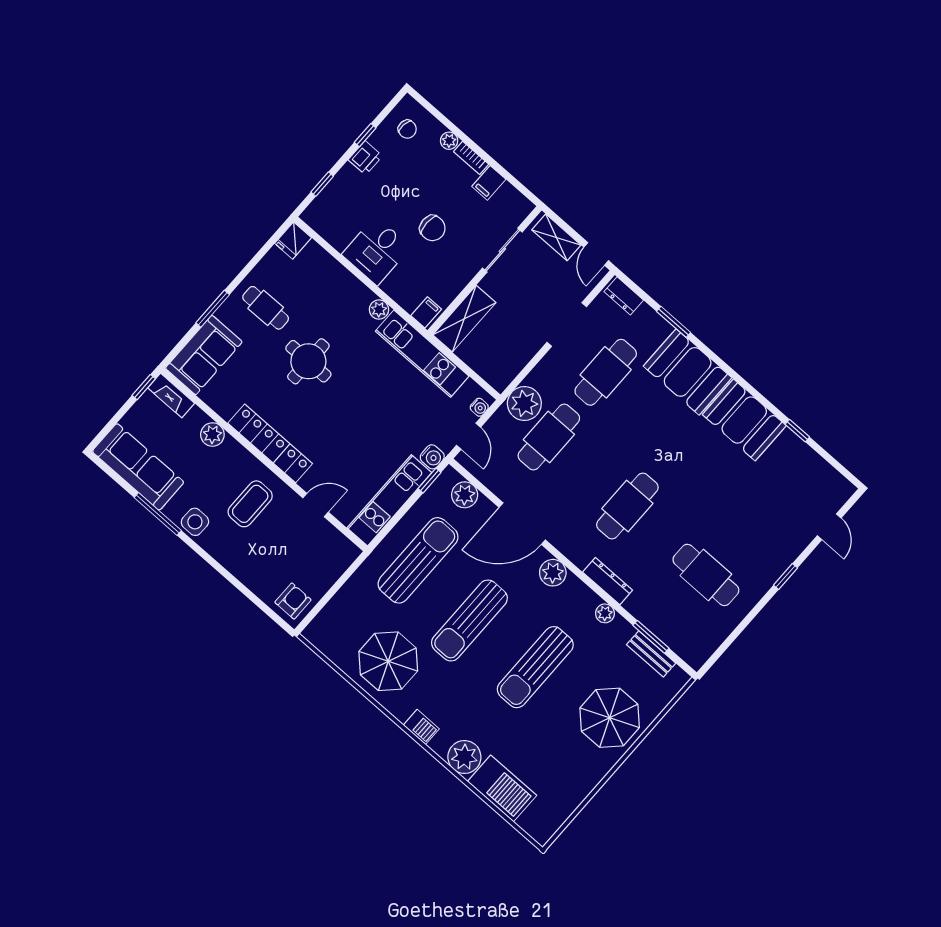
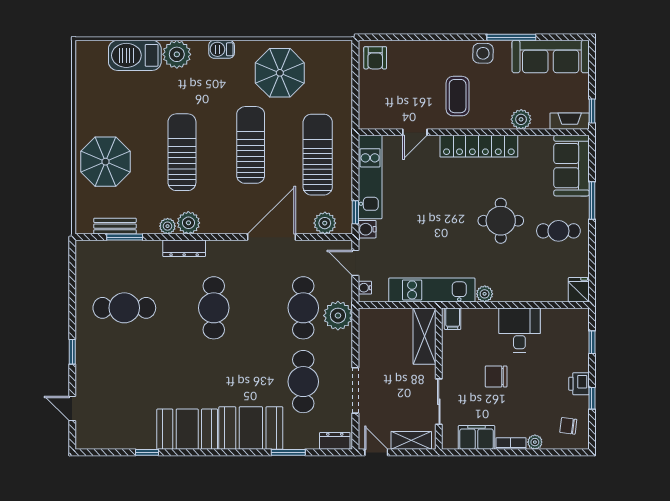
filing cabinet: (489, 183) -> (476, 437), width x2.00
sun lounger: (418, 560) -> (318, 155), turned 180
plant: (553, 573) -> (188, 223), moved

